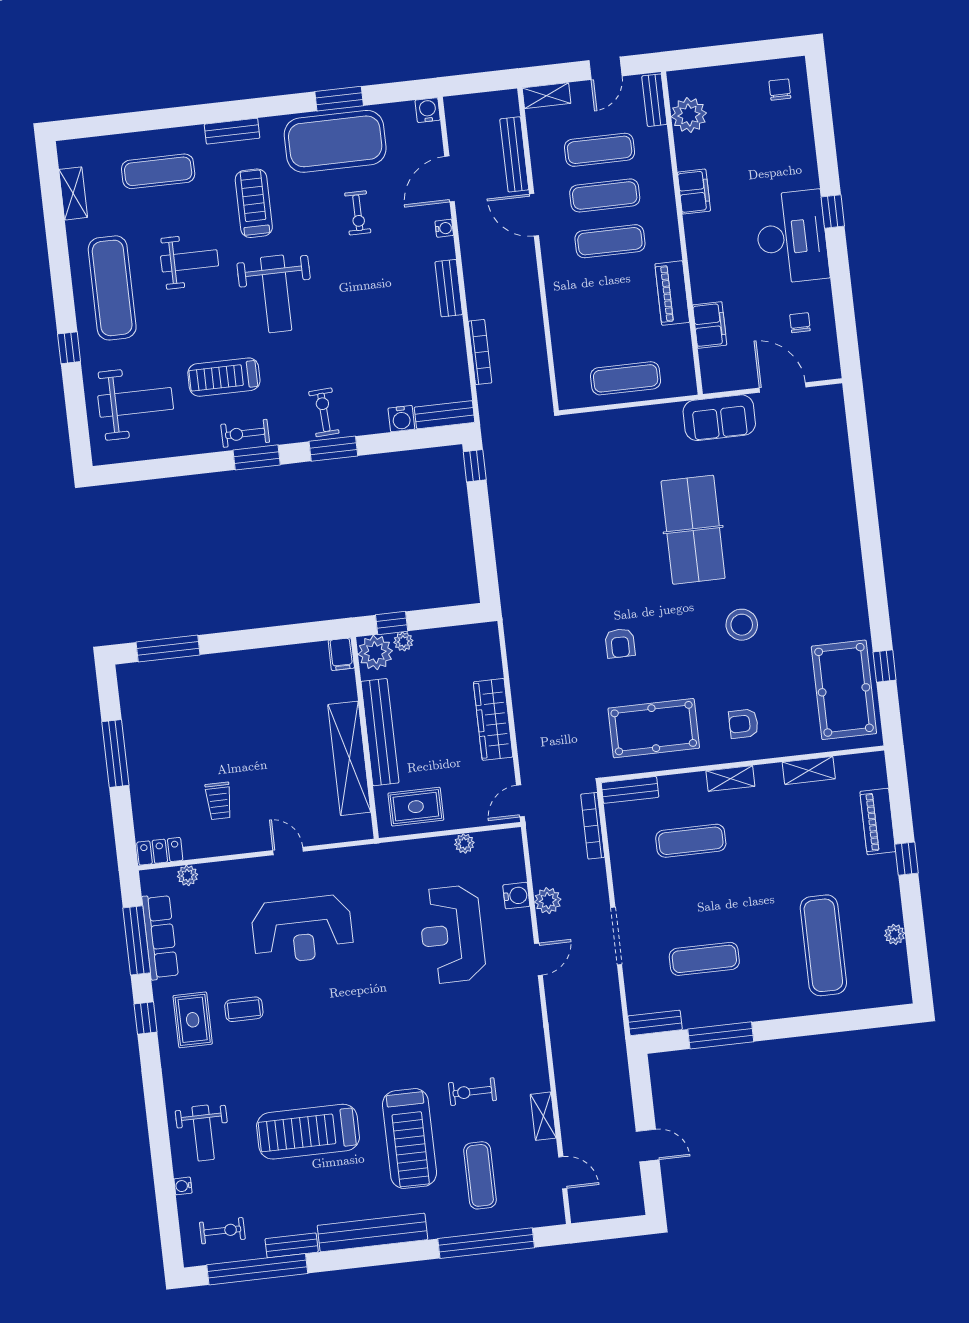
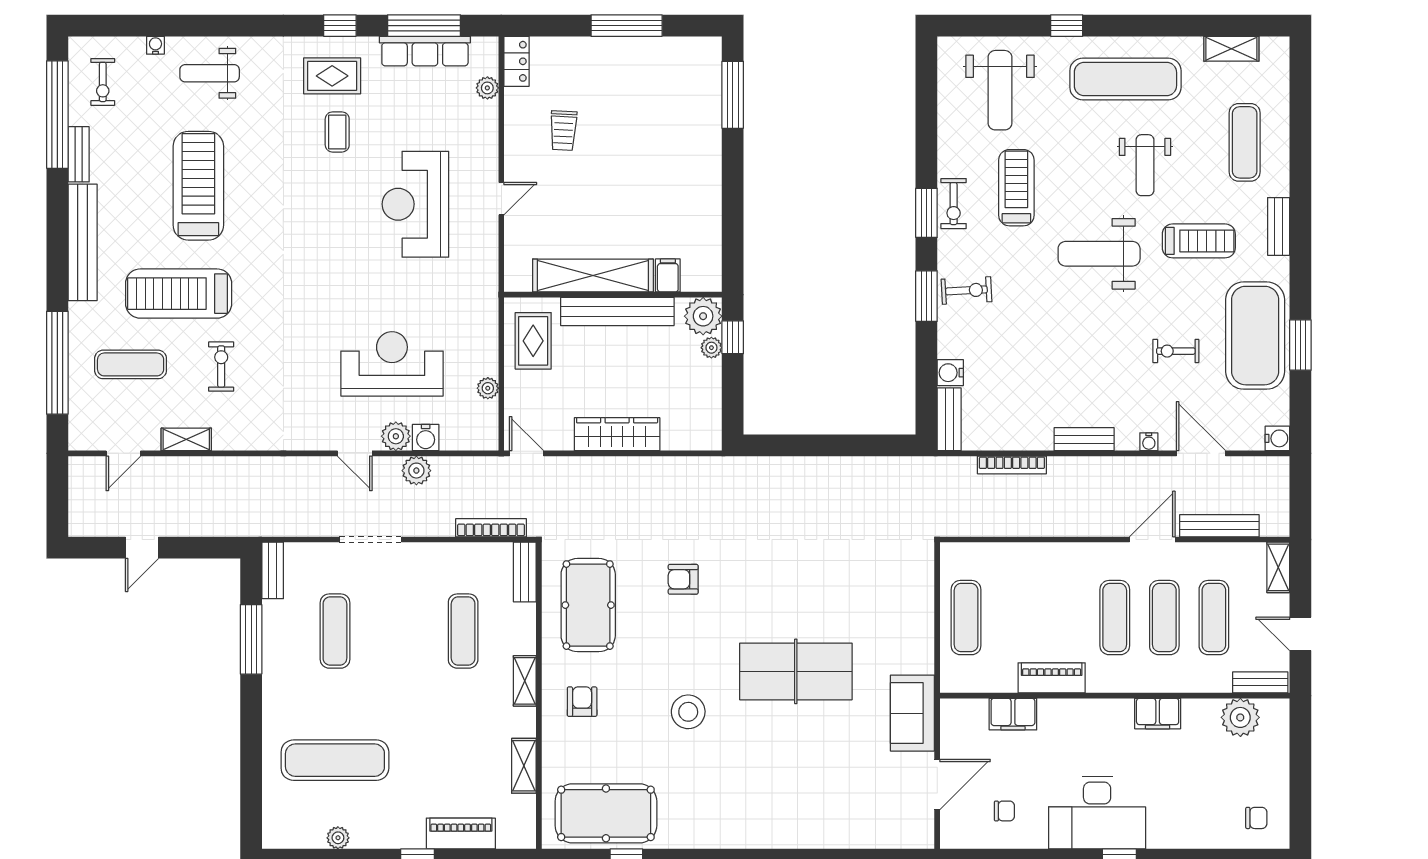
exercise bike: (245, 433) -> (954, 204), turned 180
window: (475, 466) -> (891, 445), removed
filing cabinet: (341, 654) -> (668, 275), moved, turned 90
trolley: (219, 801) -> (563, 130), turned -87
plant: (518, 923) -> (396, 436), added

